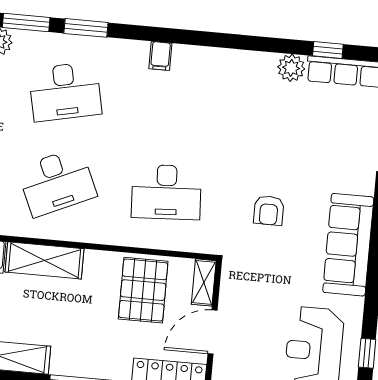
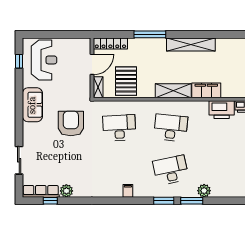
desk: (57, 182) -> (171, 128), turned 30
armchair: (269, 210) -> (71, 123), width x1.88, depth x1.88
sofa: (348, 245) -> (32, 105), width x0.73

